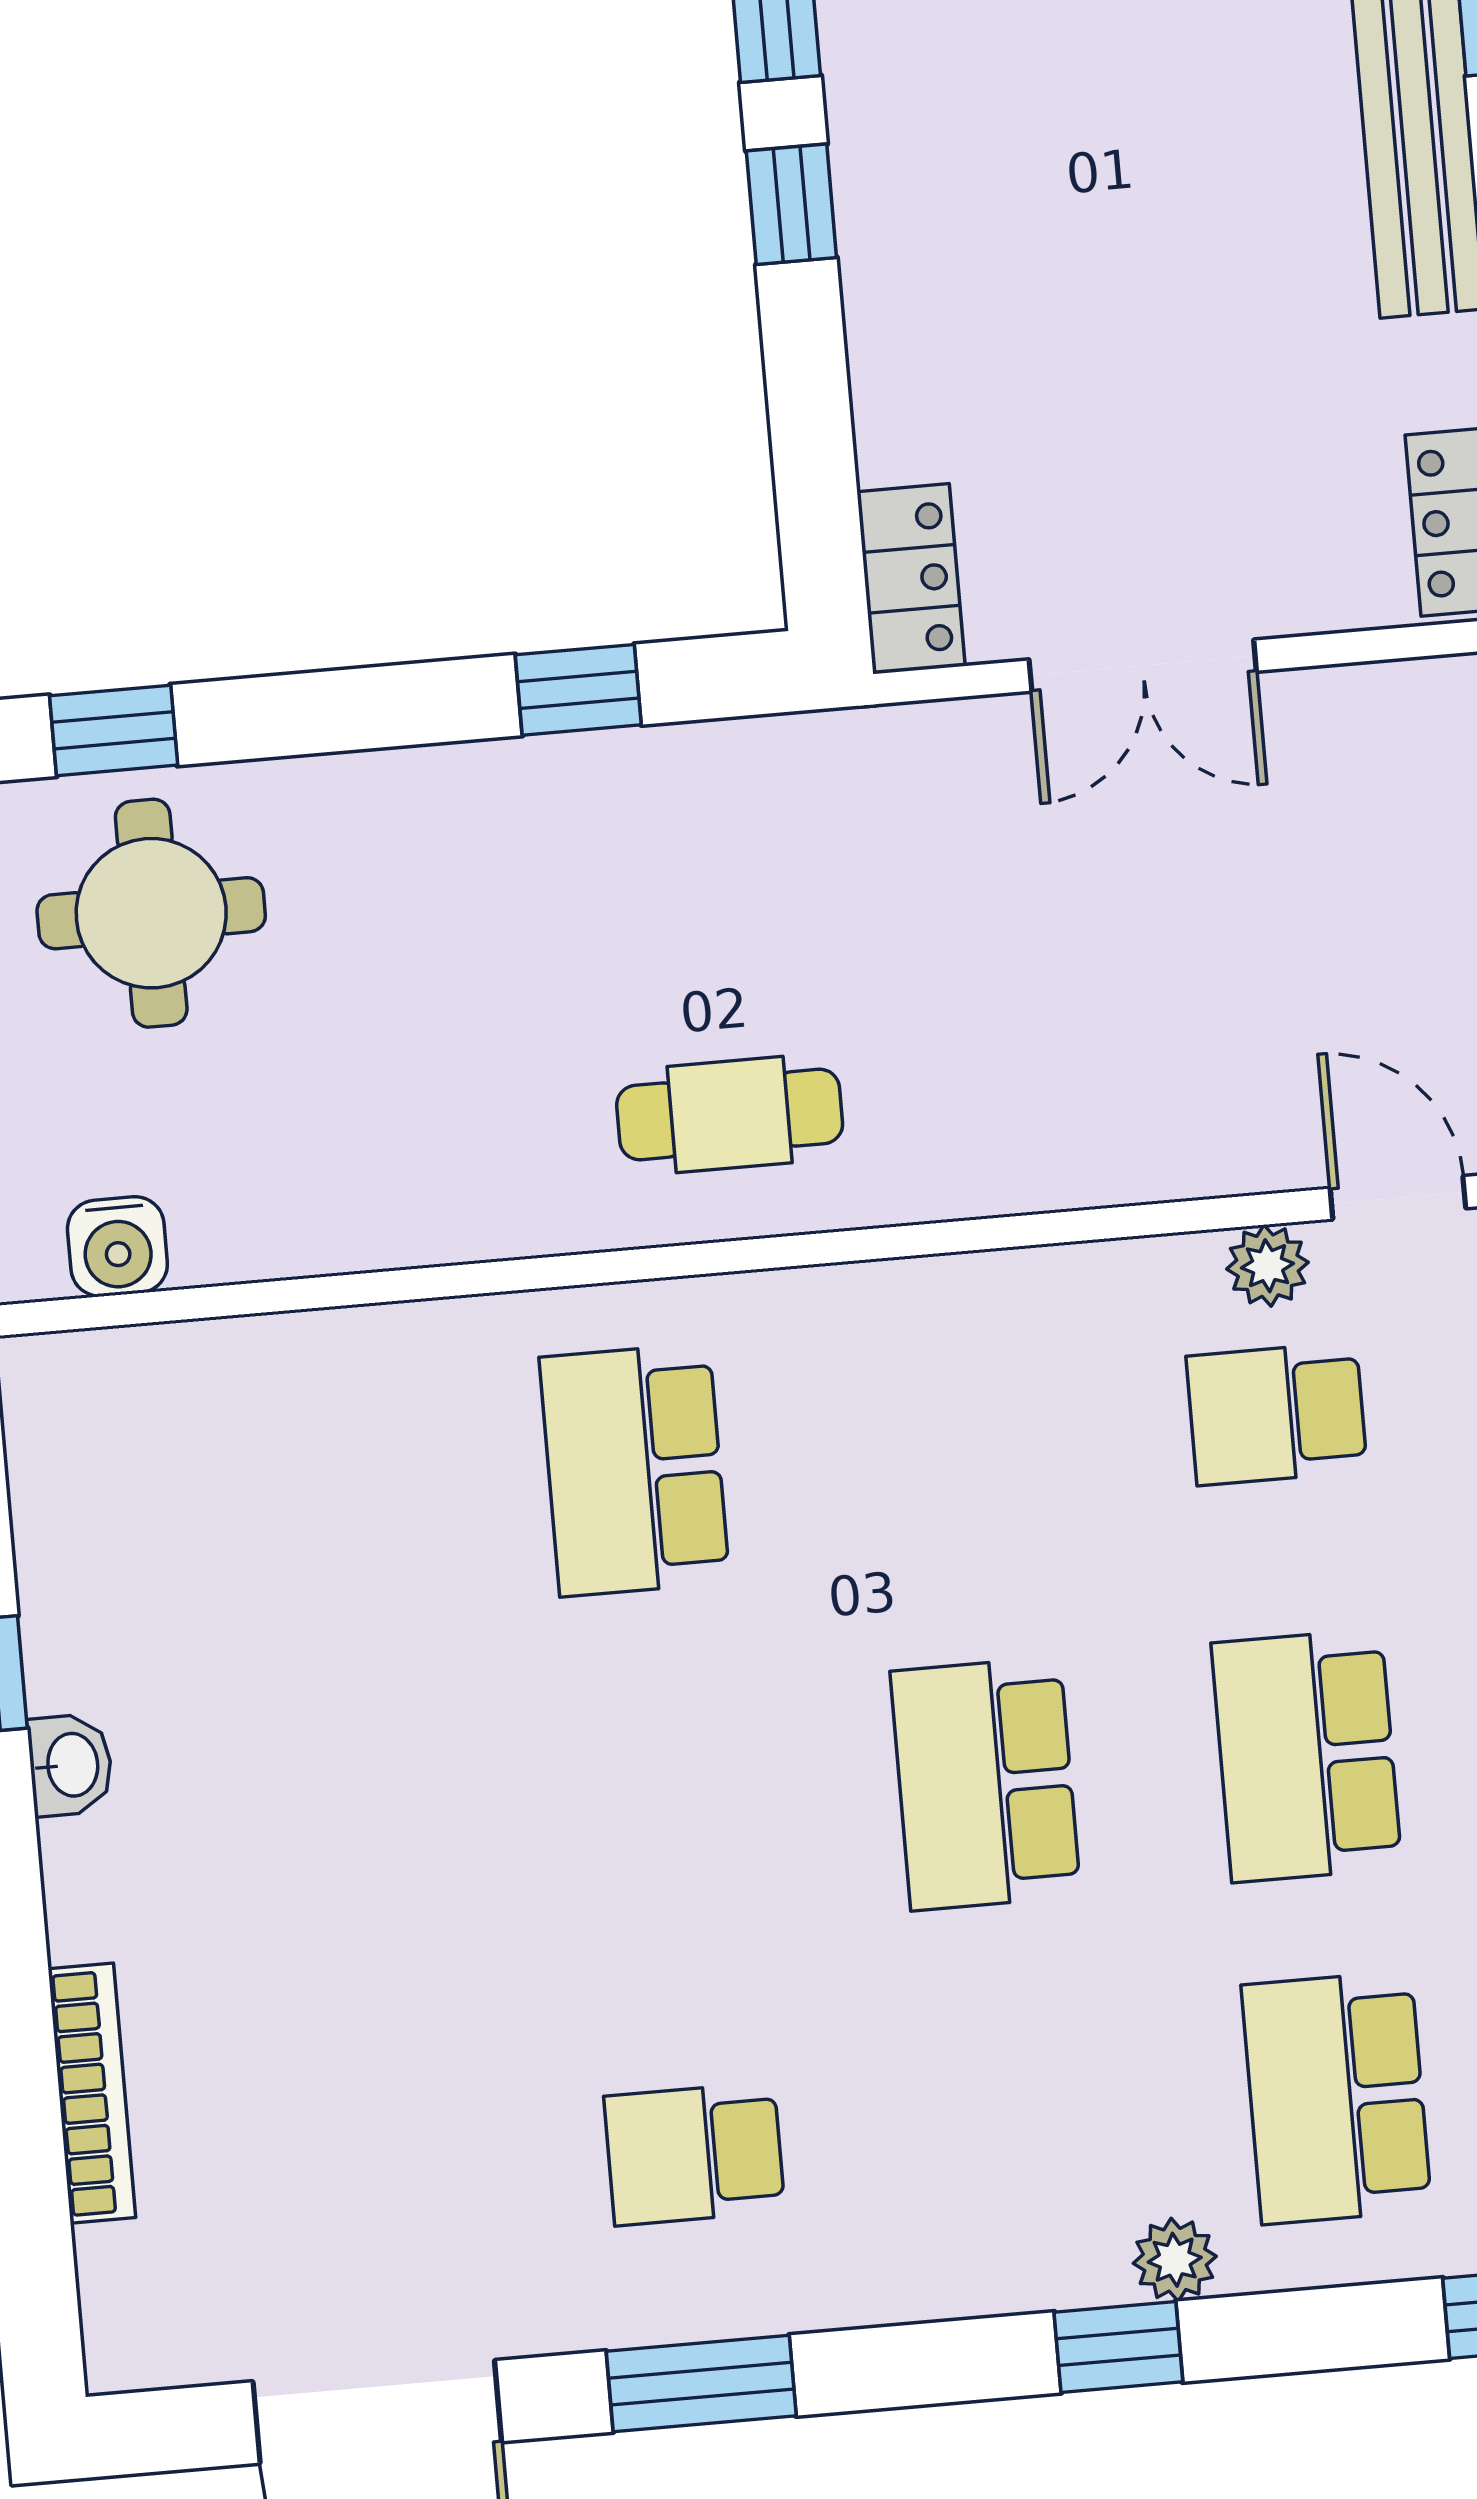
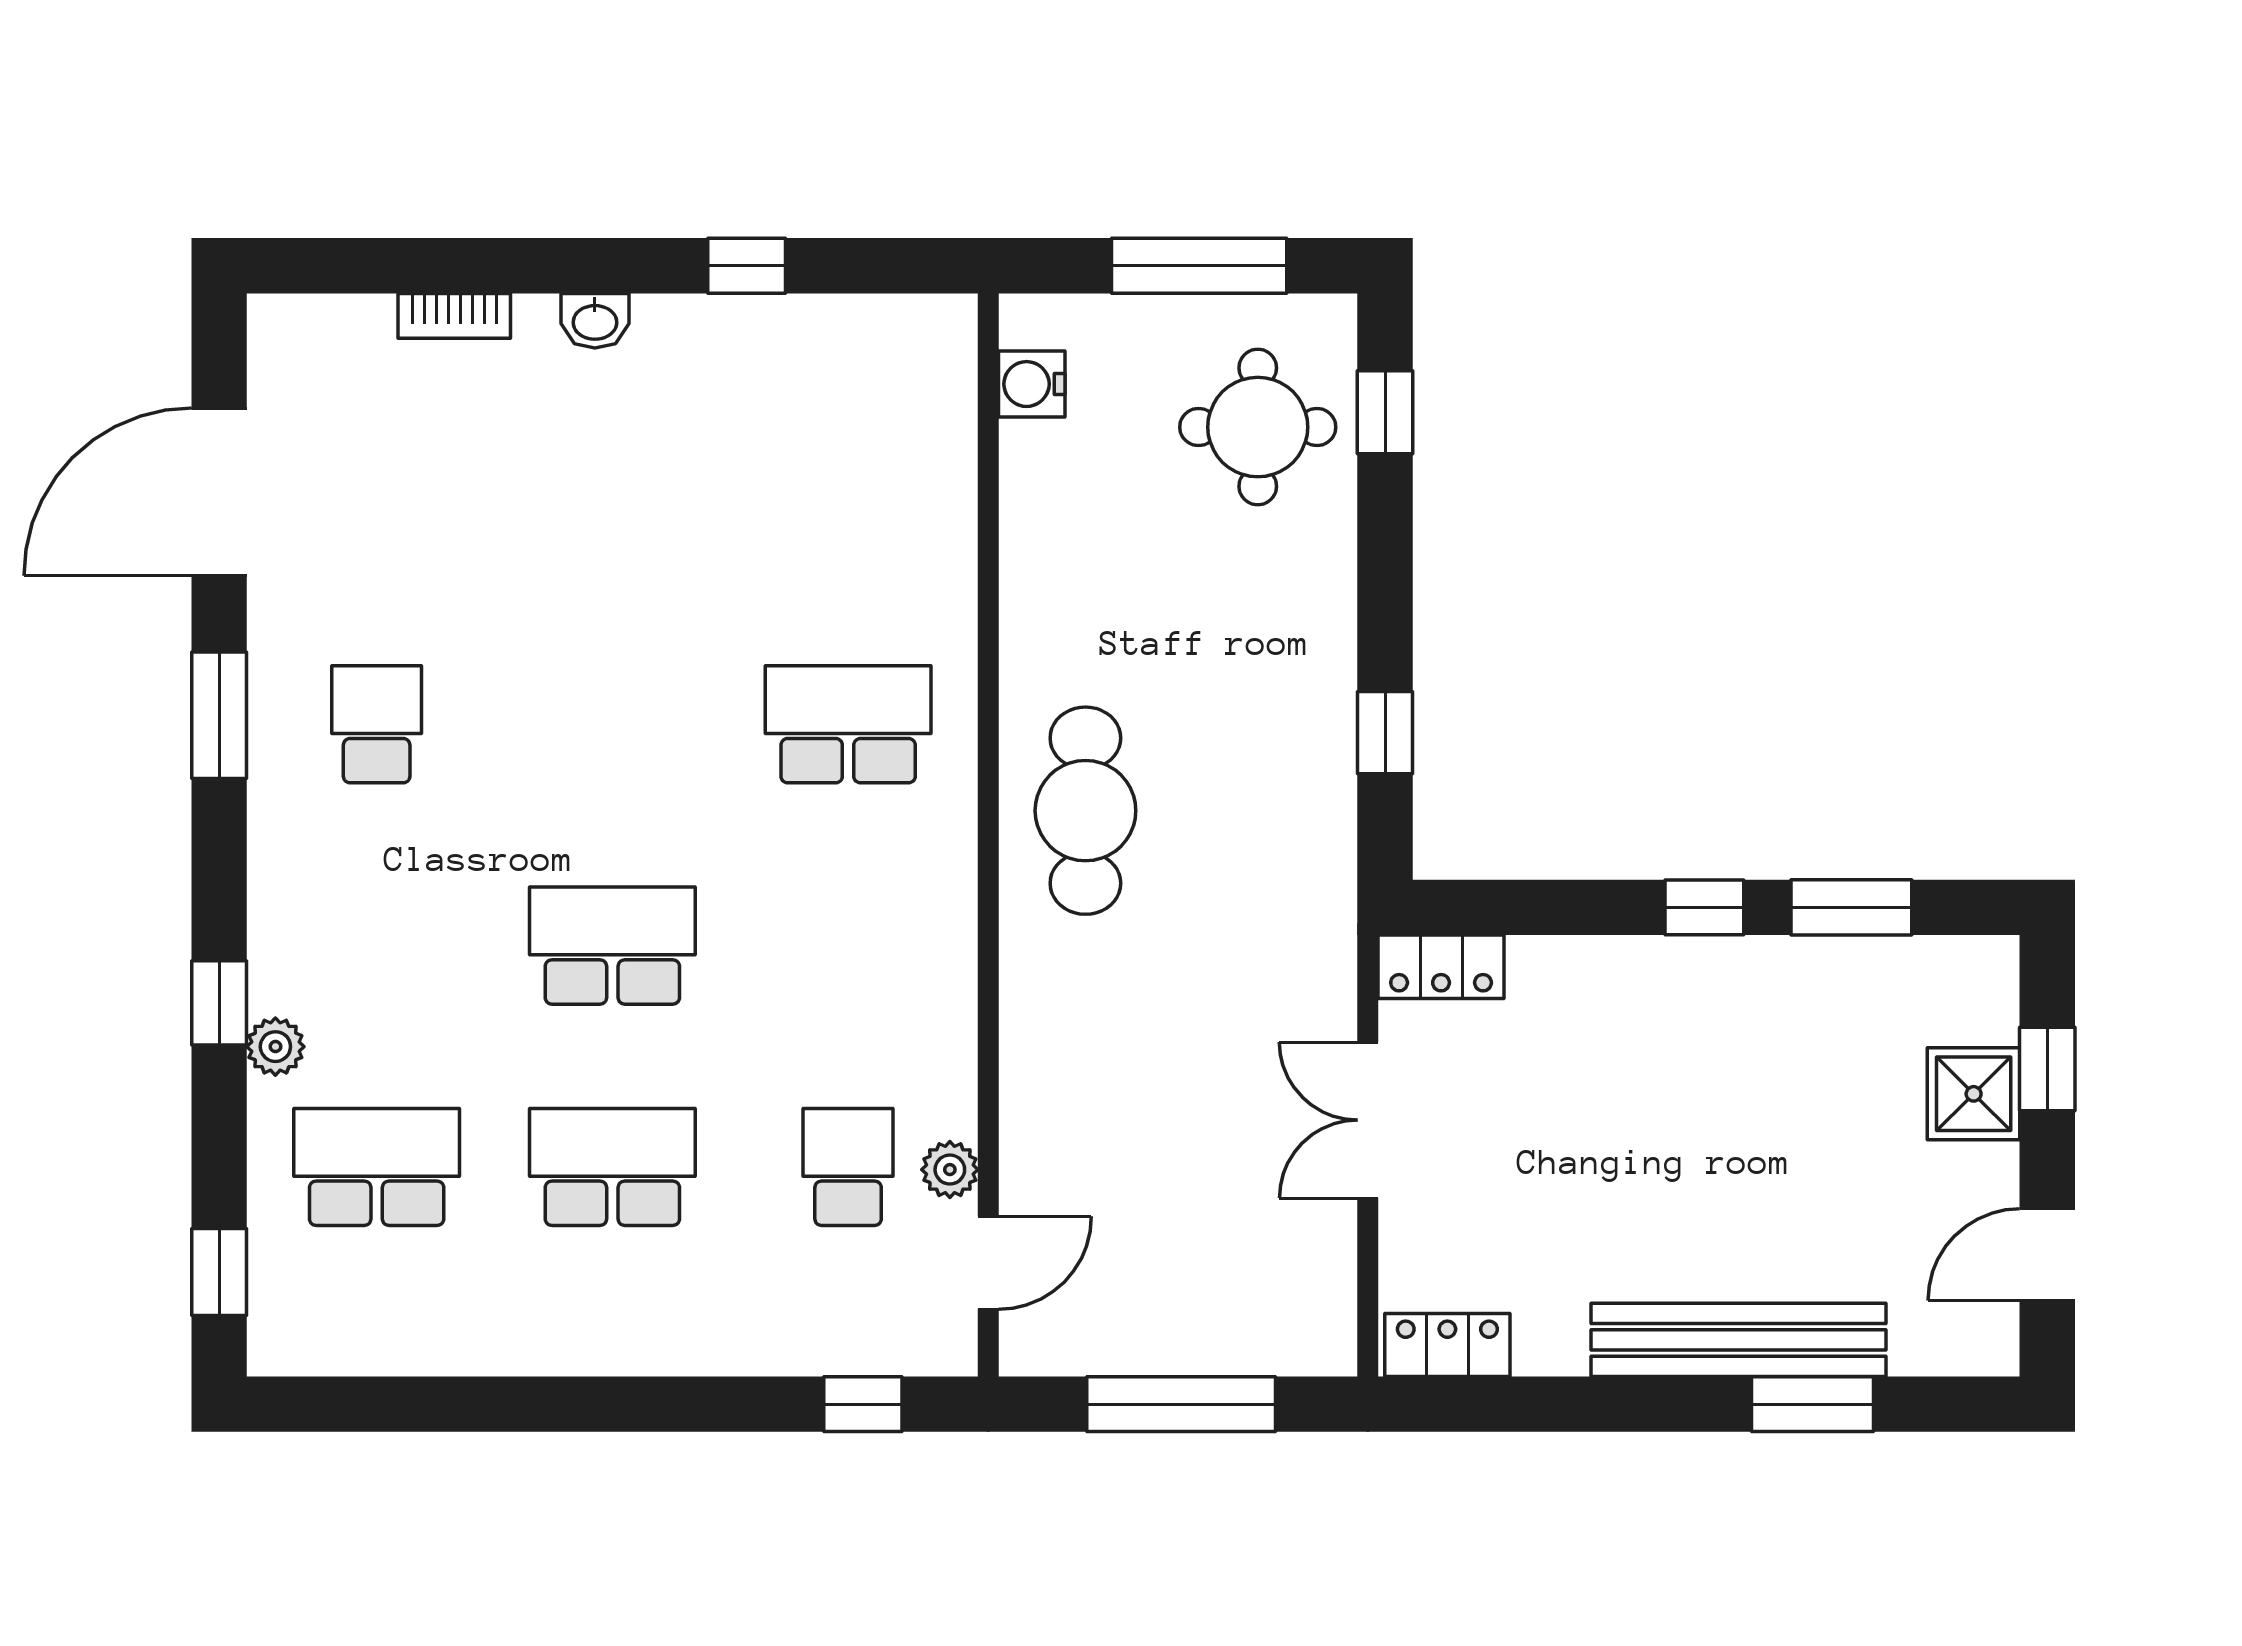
cafe table: (730, 1115) -> (1085, 811), width x1.37, depth x1.35
washbasin: (70, 1765) -> (595, 321), moved
bookcase: (92, 2093) -> (454, 316), width x0.64

